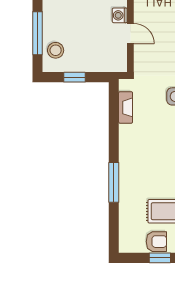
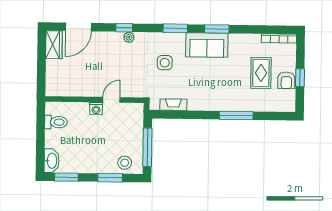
window: (38, 33) -> (110, 178), width x0.69
window: (74, 77) -> (147, 147), width x2.17
armchair: (156, 242) -> (286, 80), turned 180

